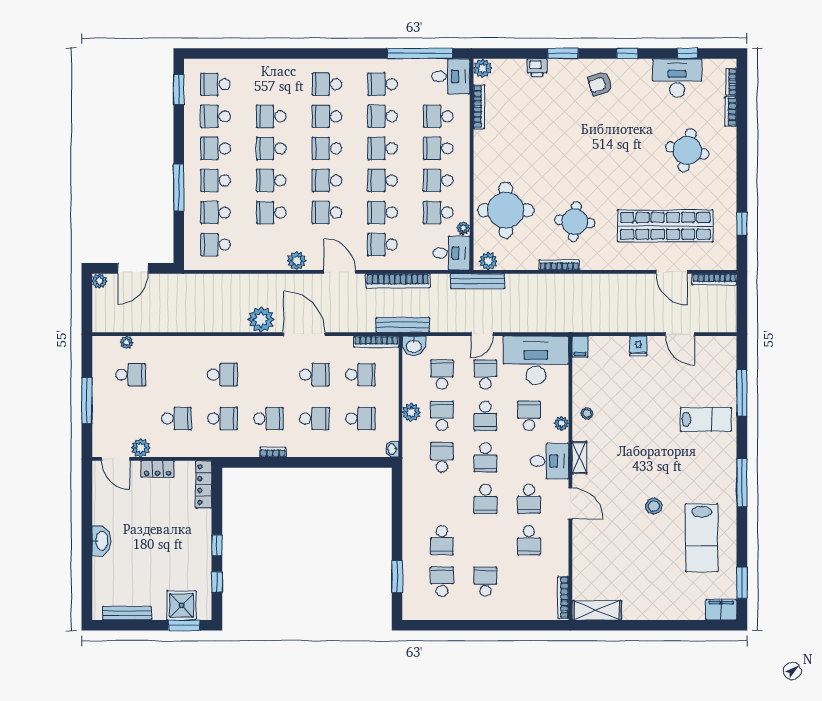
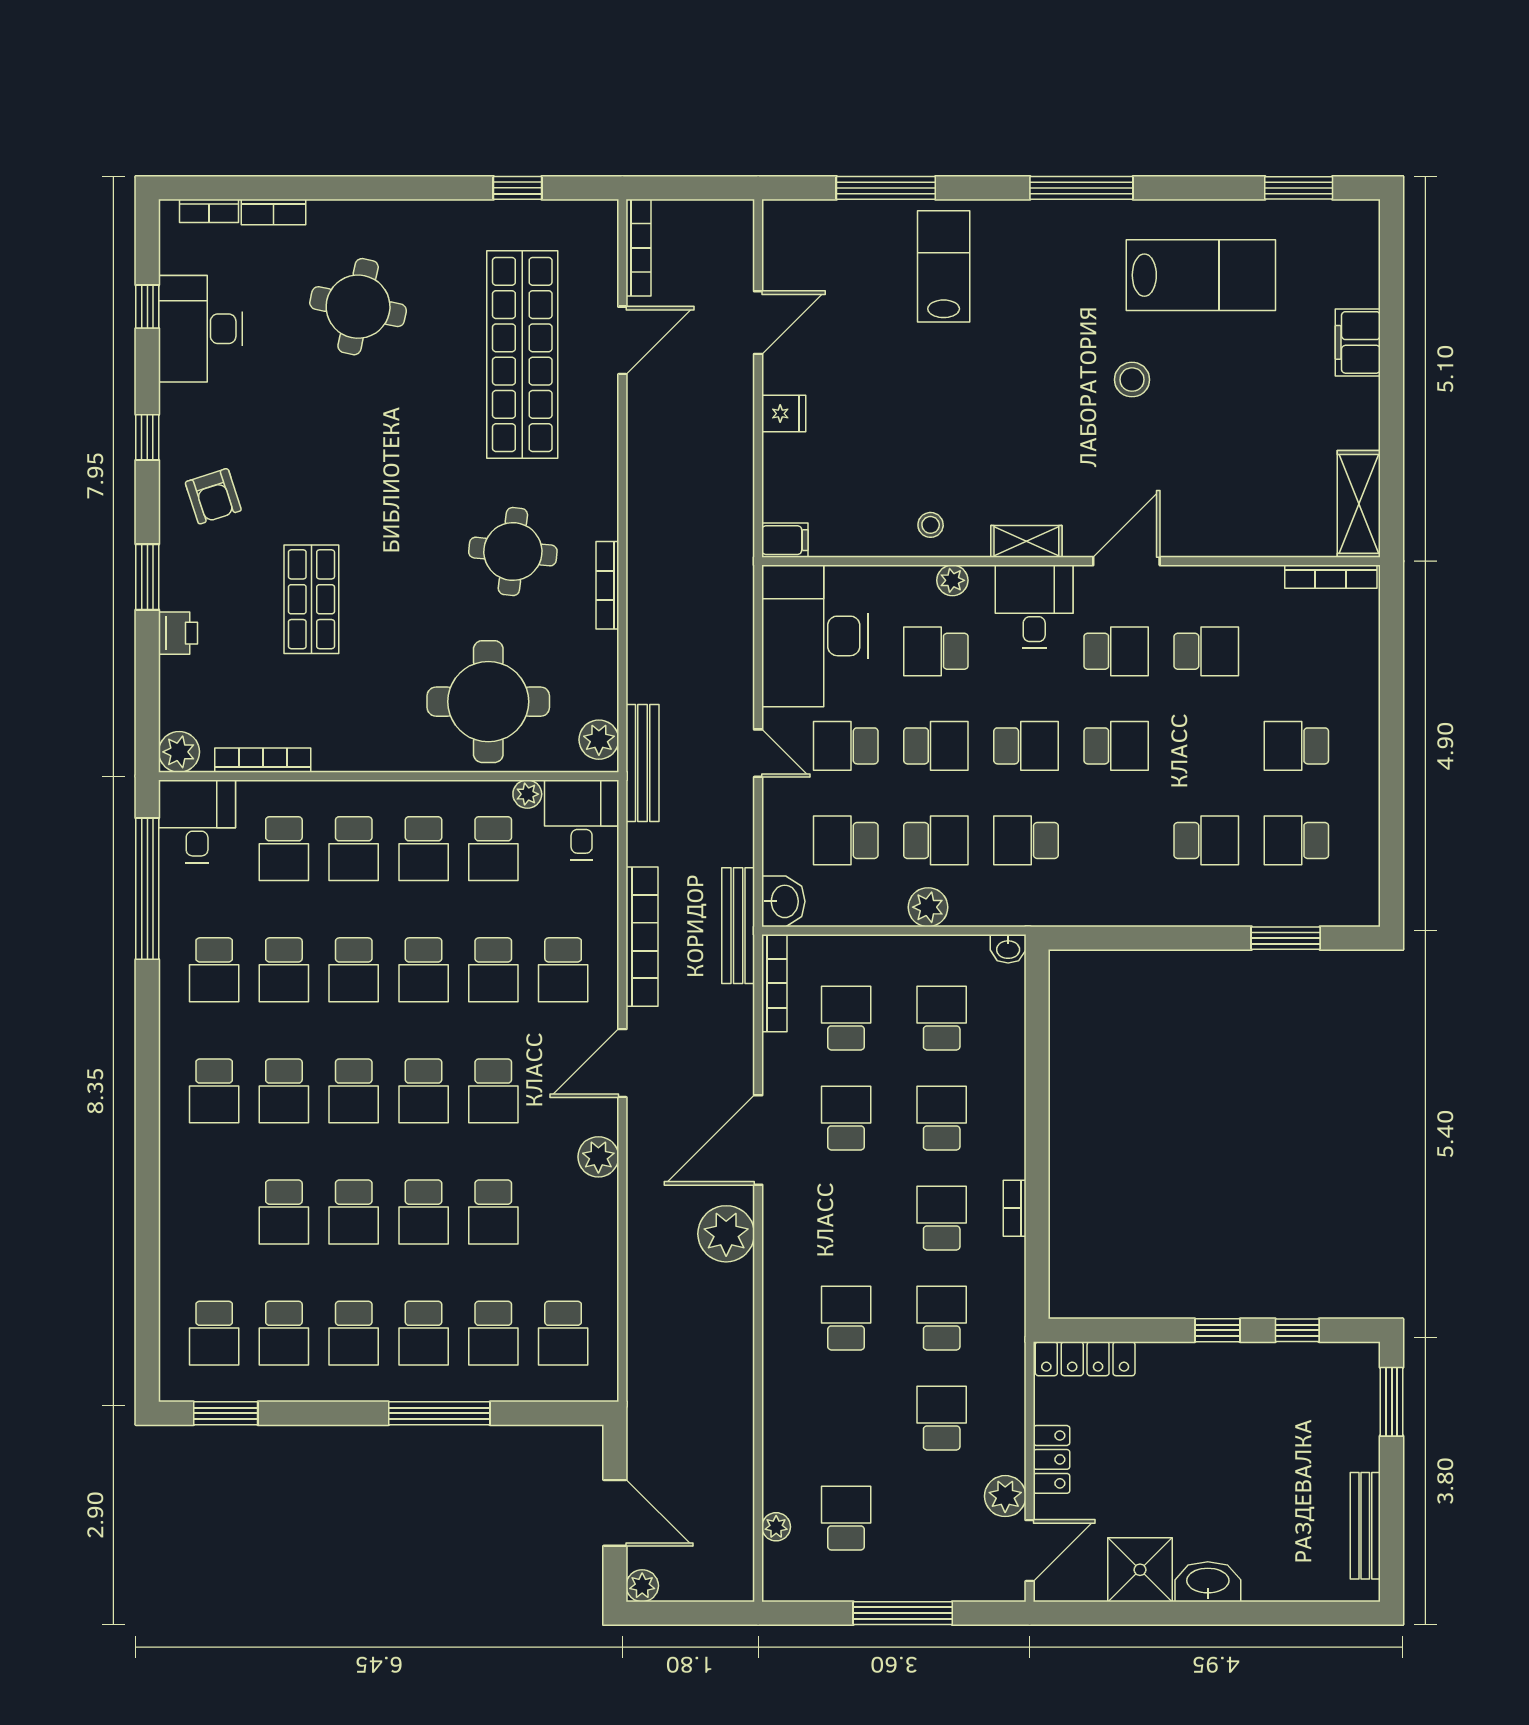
shop shelf: (553, 129) -> (311, 599), added
school desk: (442, 416) -> (936, 840), turned 180
shower: (181, 605) -> (1140, 1570), moved
filing cabinet: (721, 610) -> (1358, 342), moved

